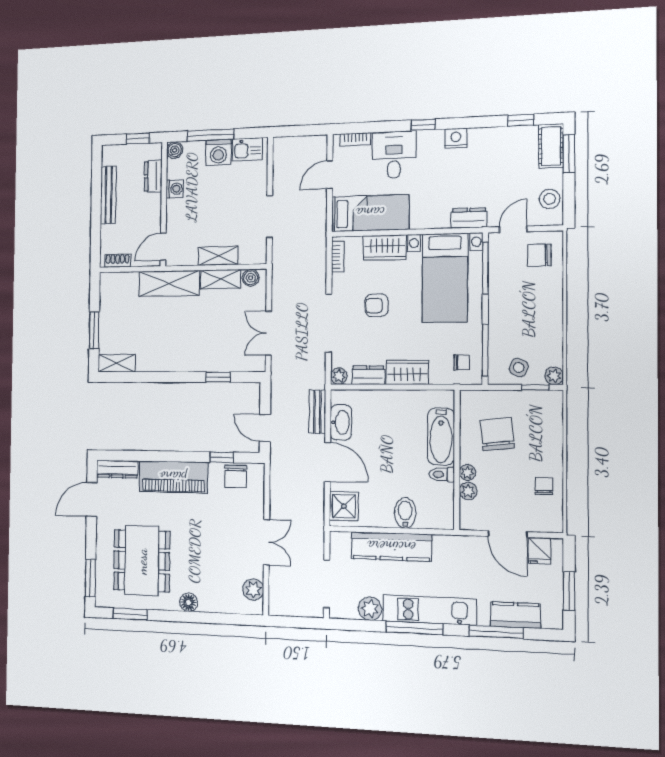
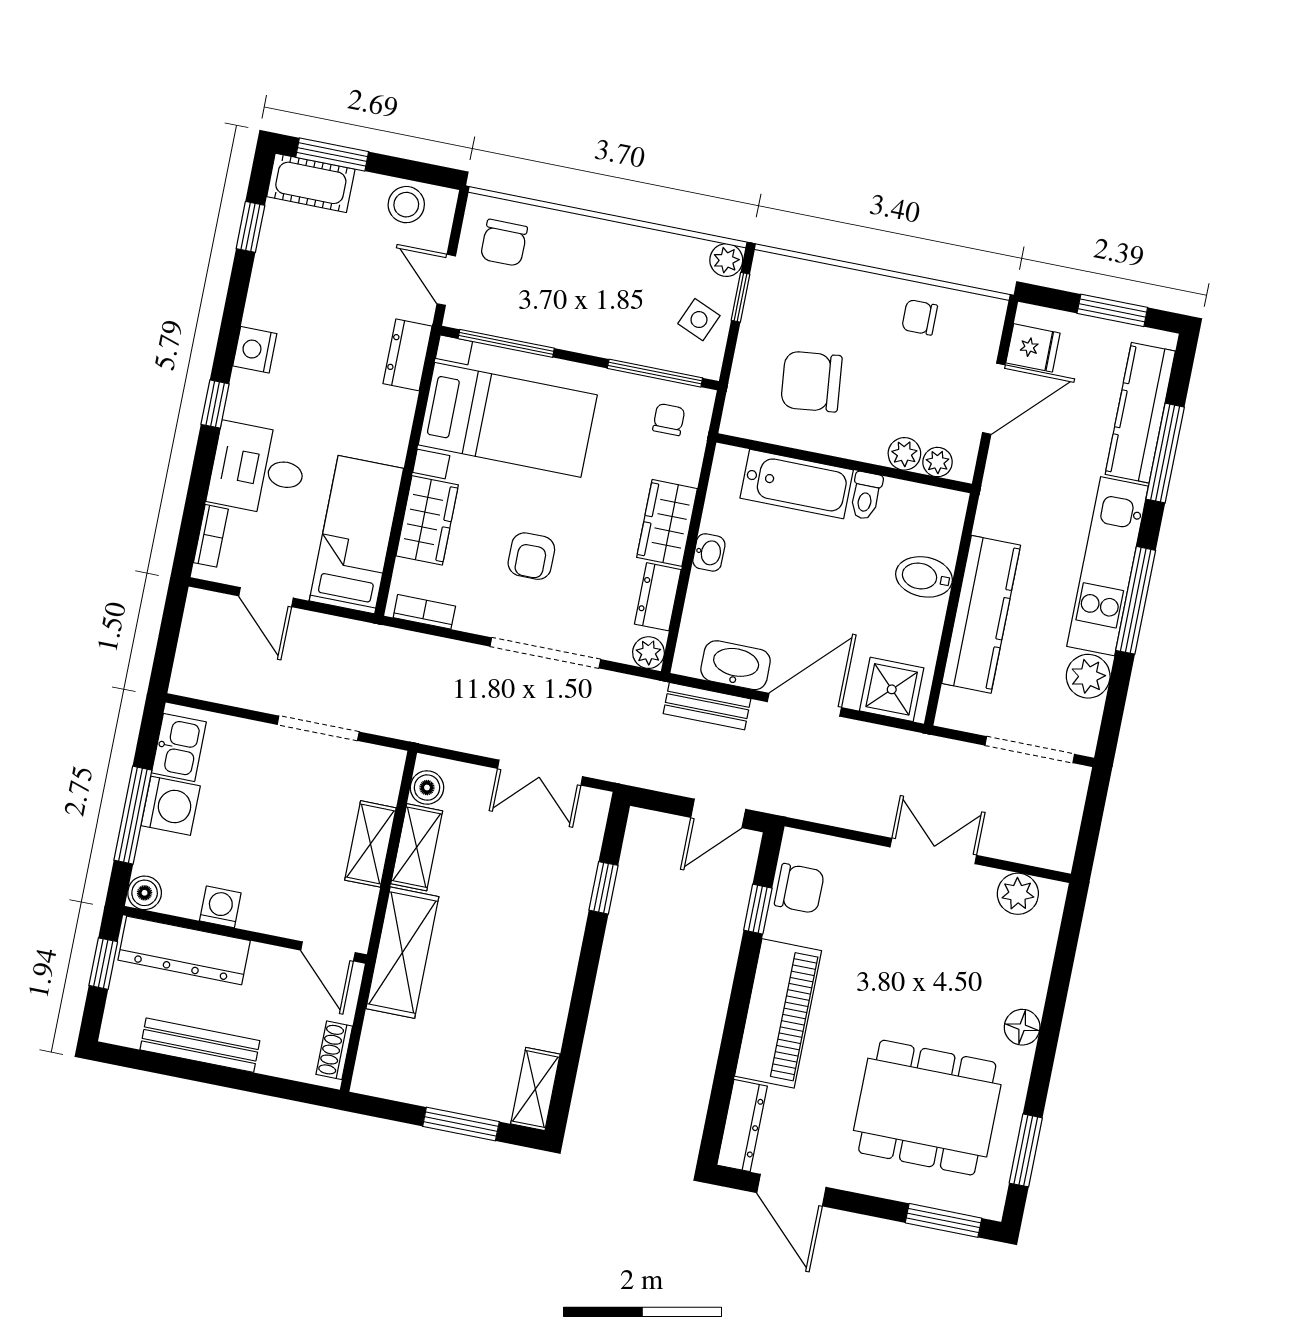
dresser: (153, 176) -> (184, 950), width x1.96, depth x1.24
washbasin: (396, 397) -> (709, 552), added
plant: (467, 472) -> (938, 462), moved
kitchen counter: (516, 615) -> (1140, 413), width x1.50

